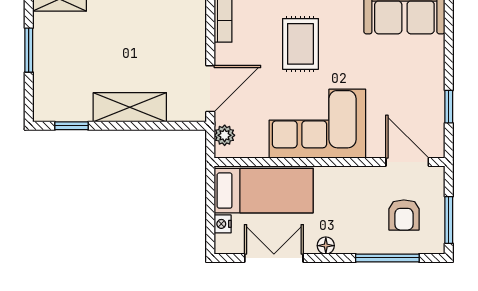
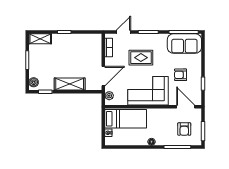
rug: (300, 44) -> (141, 58), turned 90
armchair: (395, 85) -> (181, 75), added
boiler: (44, 103) -> (34, 82), added
double door: (274, 258) -> (130, 147), removed

